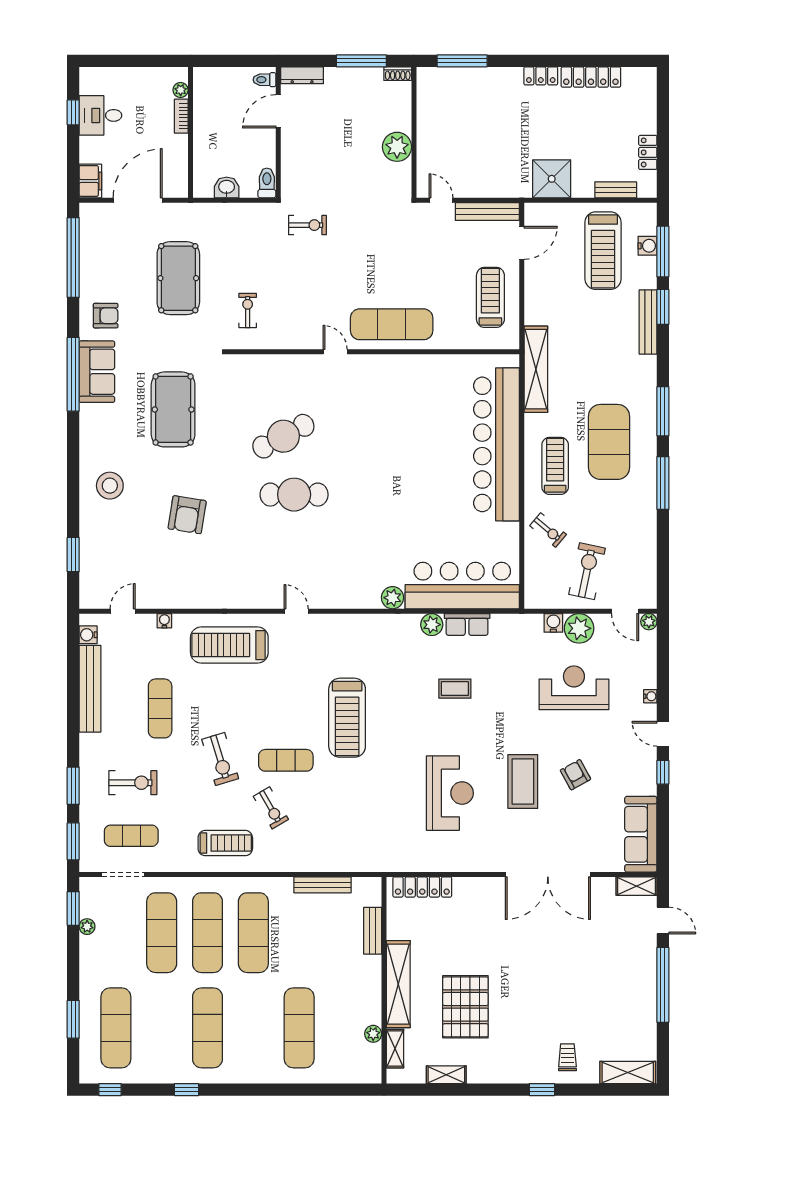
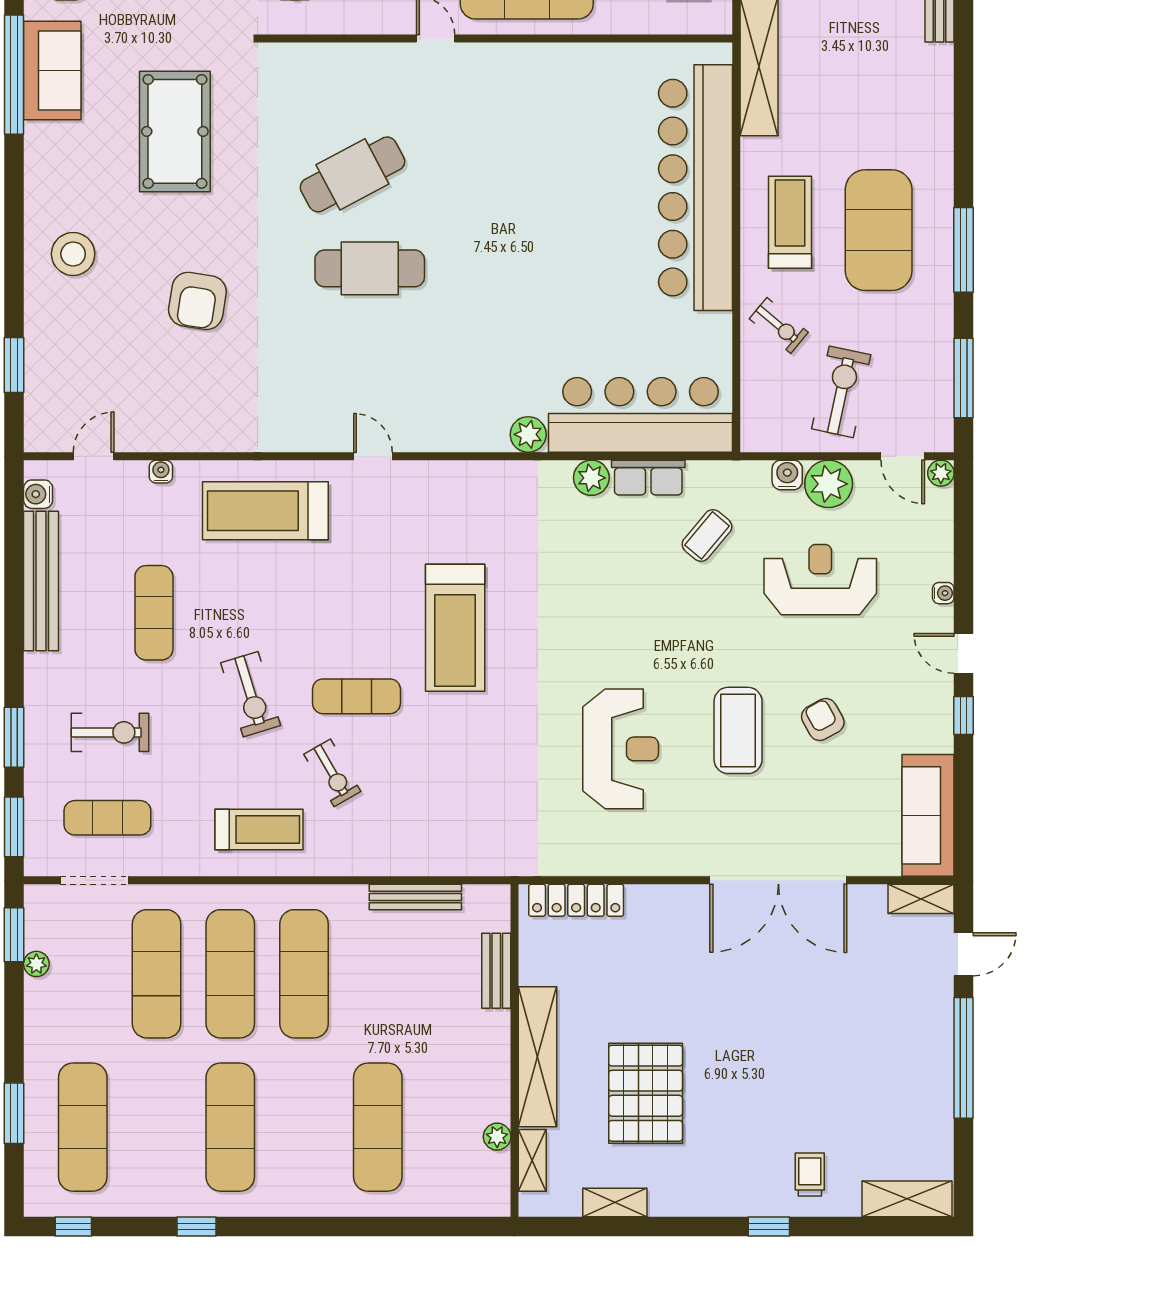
window: (663, 411) -> (964, 378), moved
exercise mat: (609, 442) -> (879, 230), moved
coffee table: (455, 689) -> (707, 535), moved, turned -50
door: (663, 921) -> (964, 954), hinge flipped

